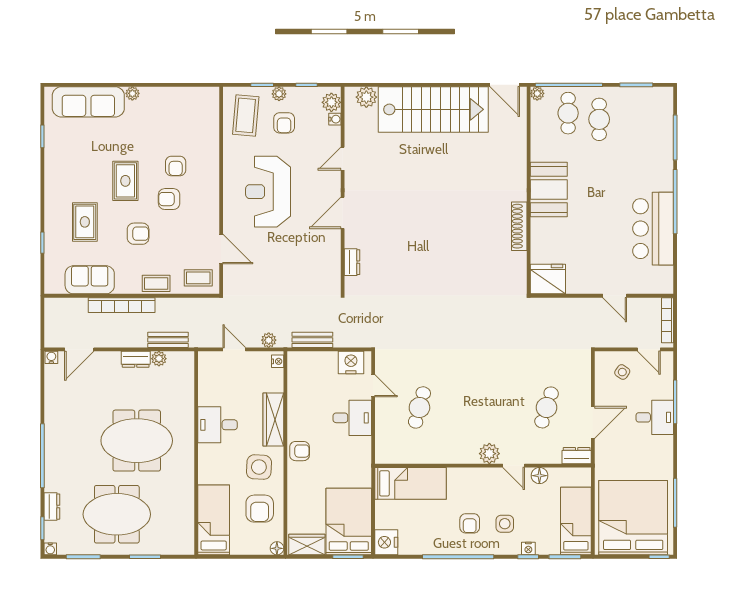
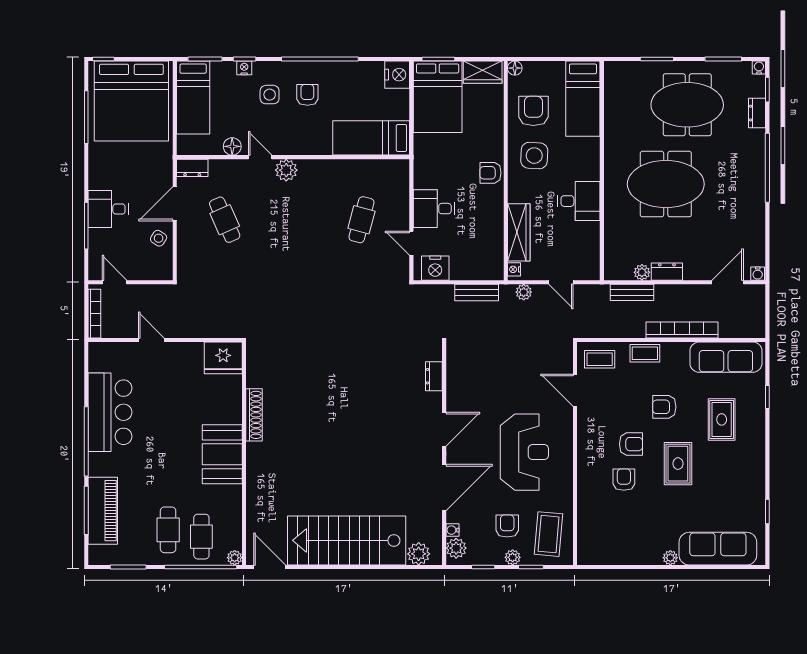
piano: (660, 137) -> (103, 511), added
door: (343, 159) -> (444, 488), width x1.87
sofa: (90, 280) -> (726, 357), width x1.36
side table: (622, 372) -> (159, 238), moved
cafe table: (547, 407) -> (225, 220), turned -42
wardrobe: (273, 419) -> (519, 232), moved

